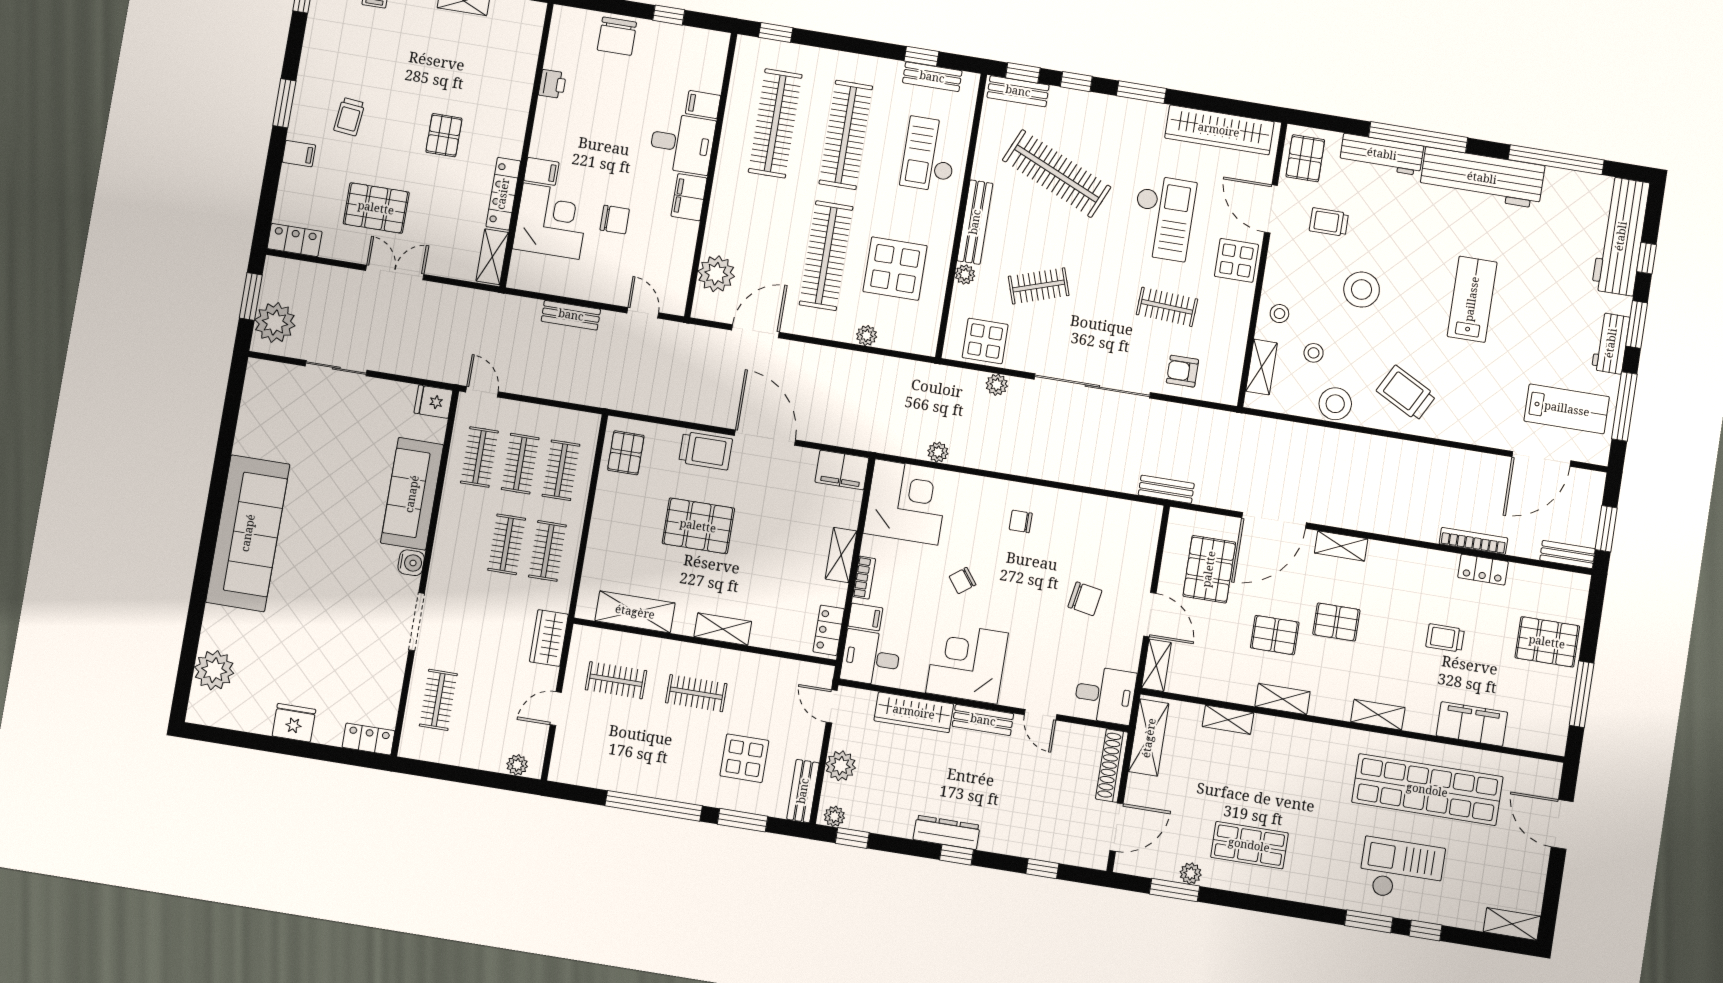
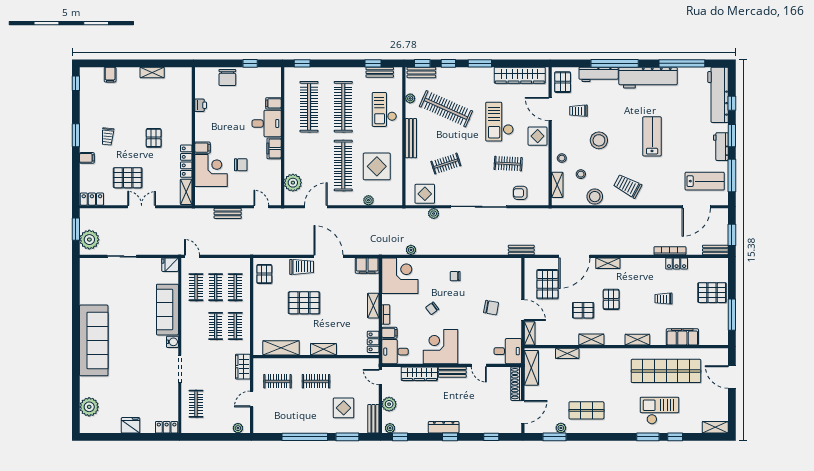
checkout: (1163, 218) -> (500, 122), turned 180
plant: (965, 274) -> (410, 98), moved
pallet: (1336, 622) -> (611, 299), turned 90

